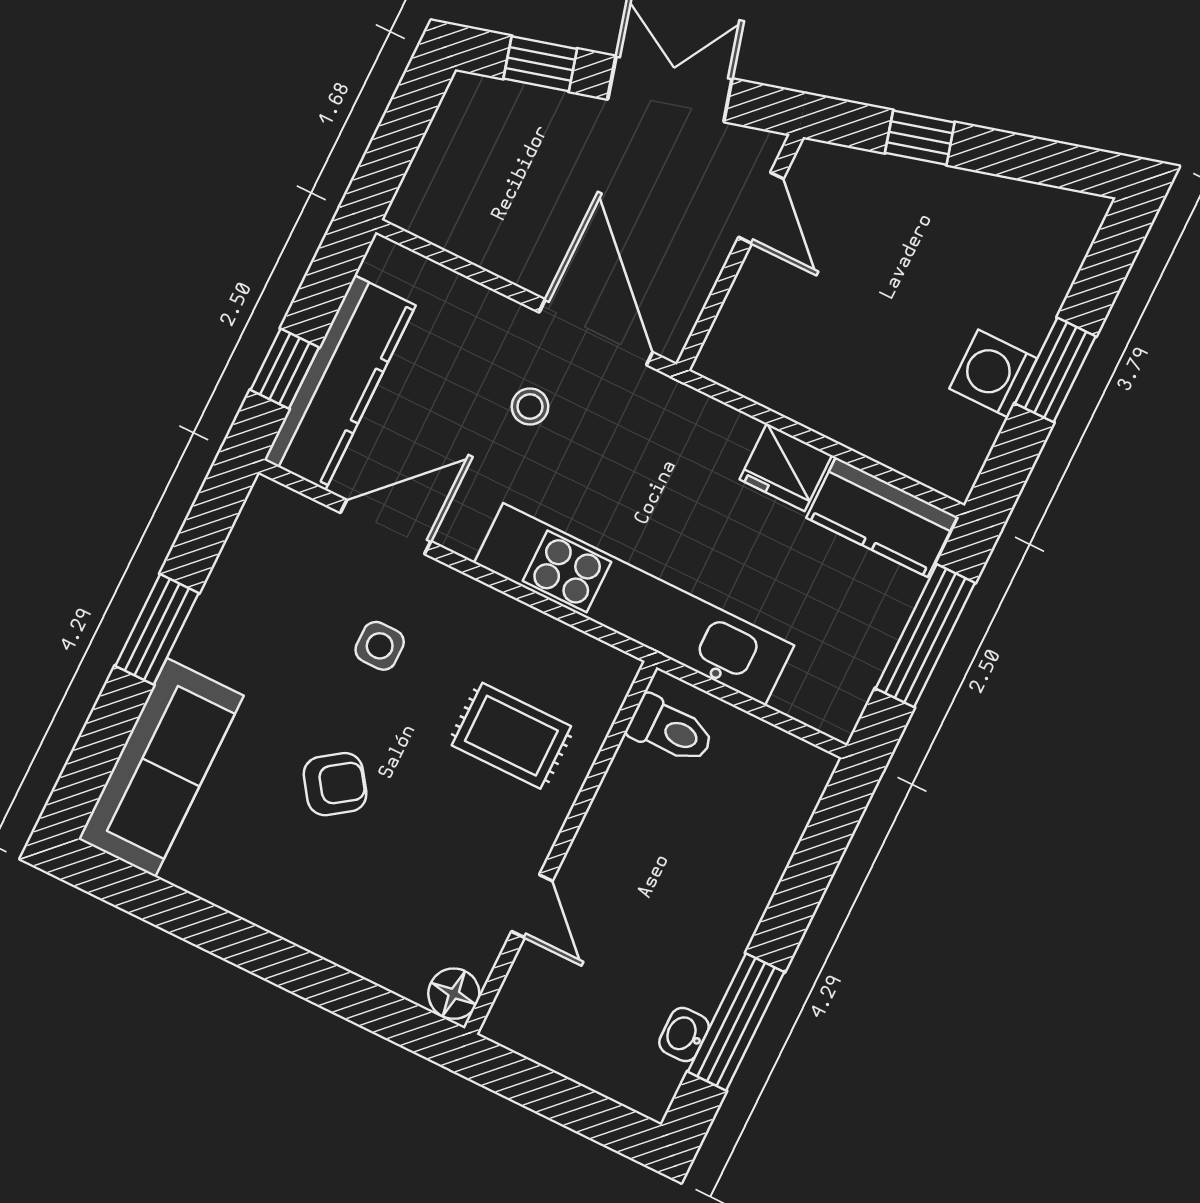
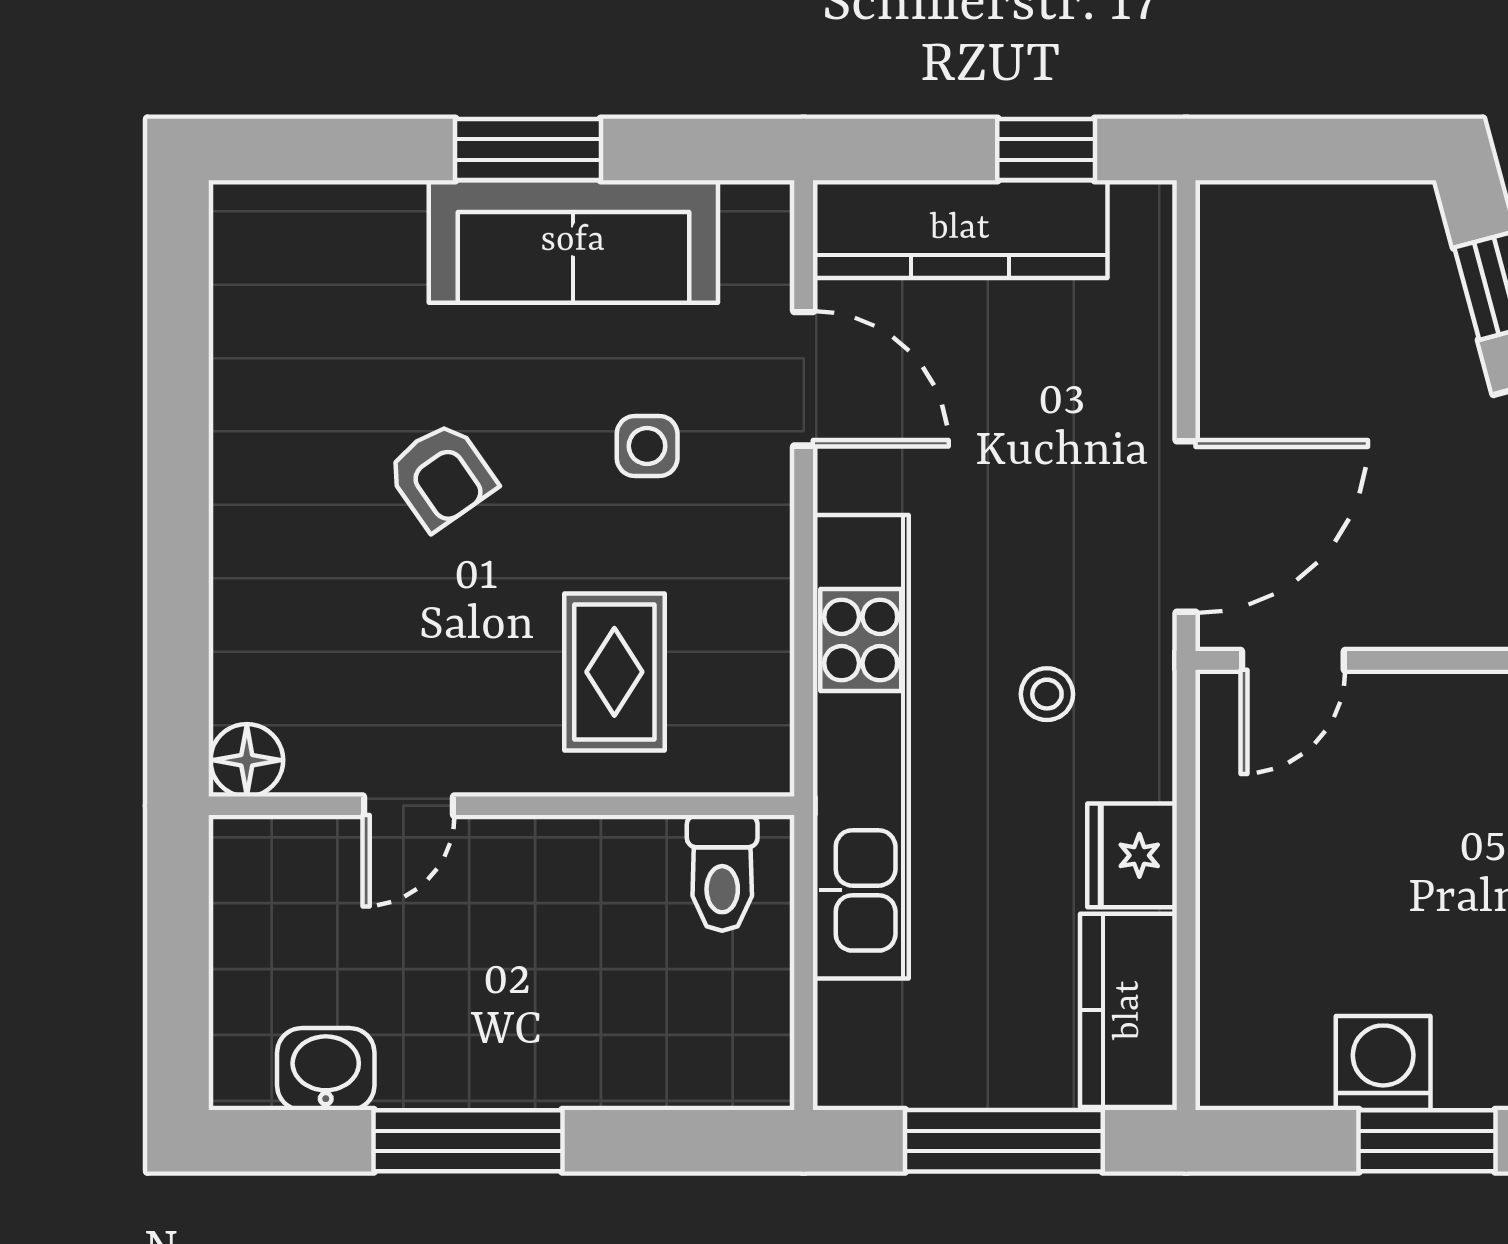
door: (761, 208) -> (1293, 660), moved
window: (285, 369) -> (1046, 149), moved
stool: (530, 407) -> (1047, 694), moved
sofa: (161, 767) -> (573, 241), moved
window: (736, 1022) -> (468, 1141), moved
washbasin: (684, 1034) -> (326, 1069), width x1.38, depth x1.45

